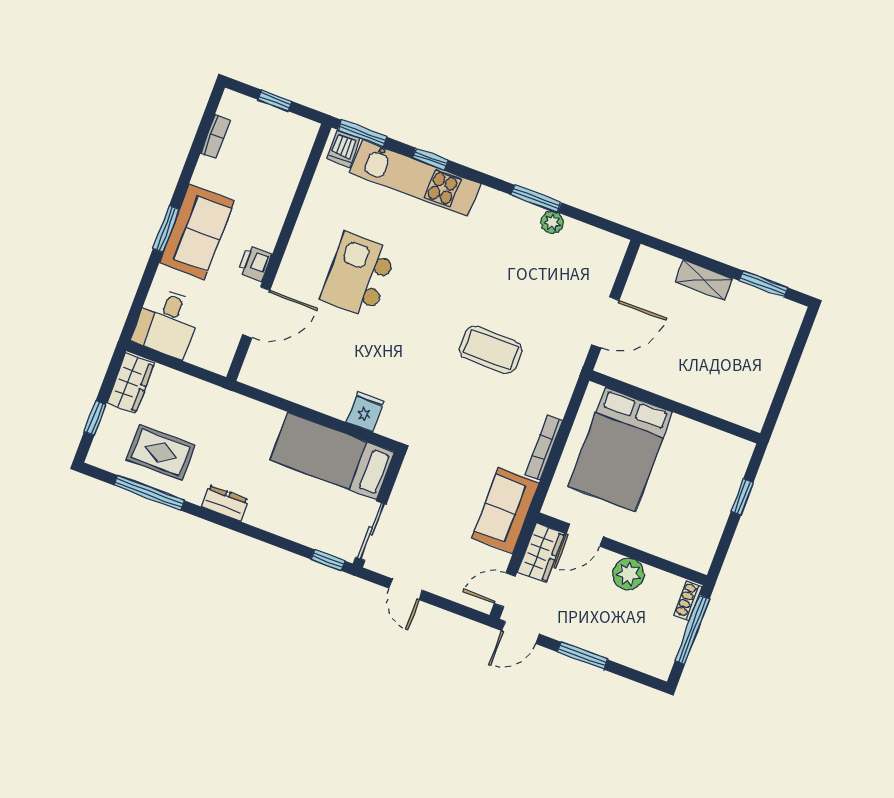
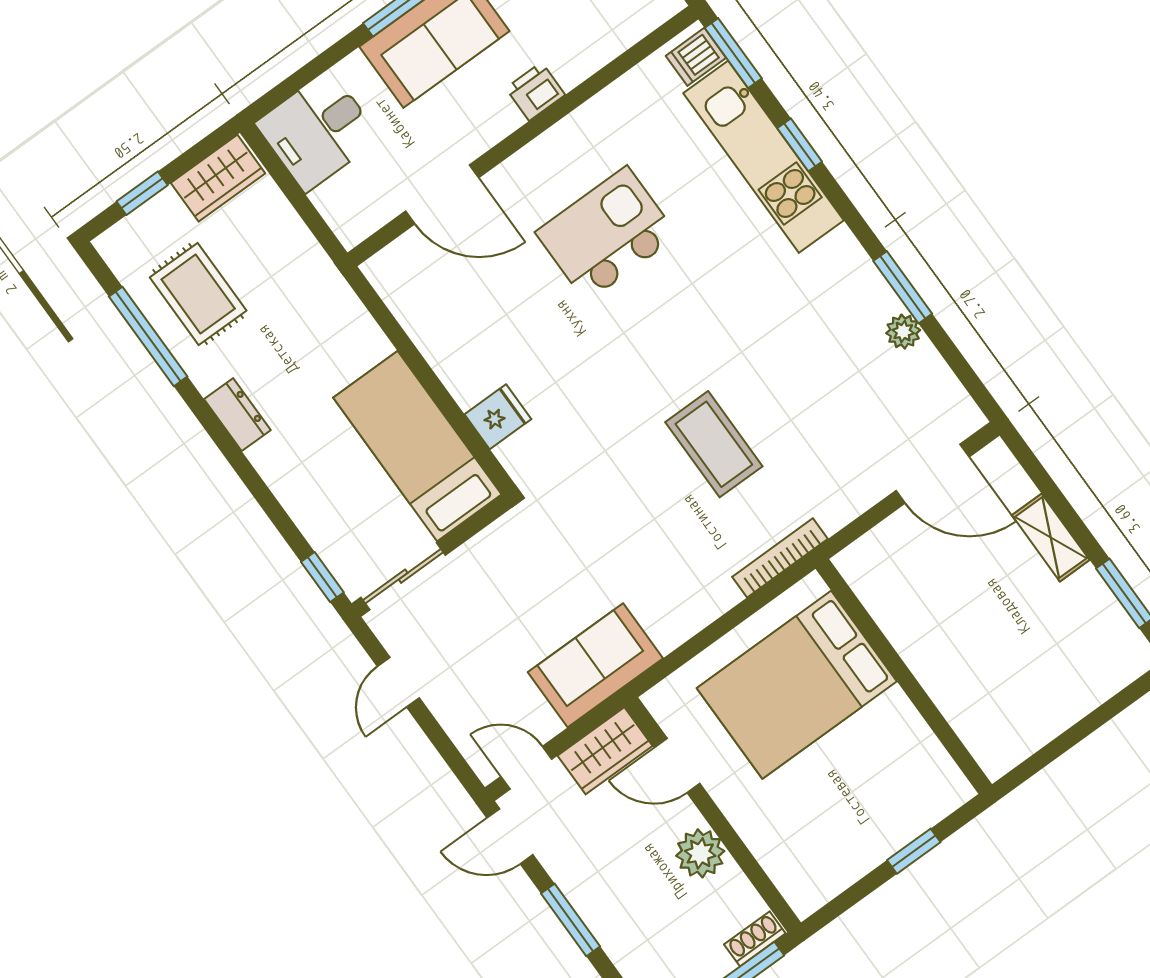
printer: (255, 263) -> (535, 91), moved
door: (605, 322) -> (933, 474), moved
bookcase: (544, 448) -> (780, 558), moved

